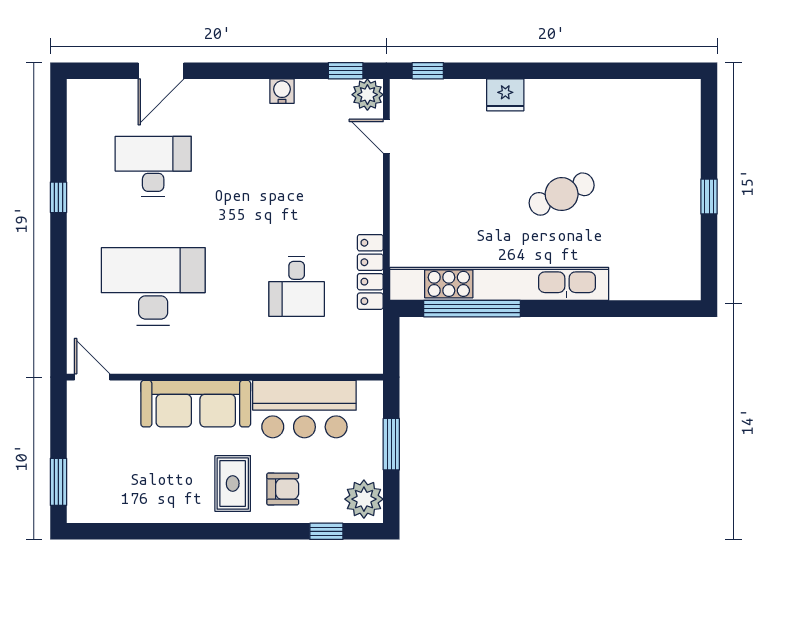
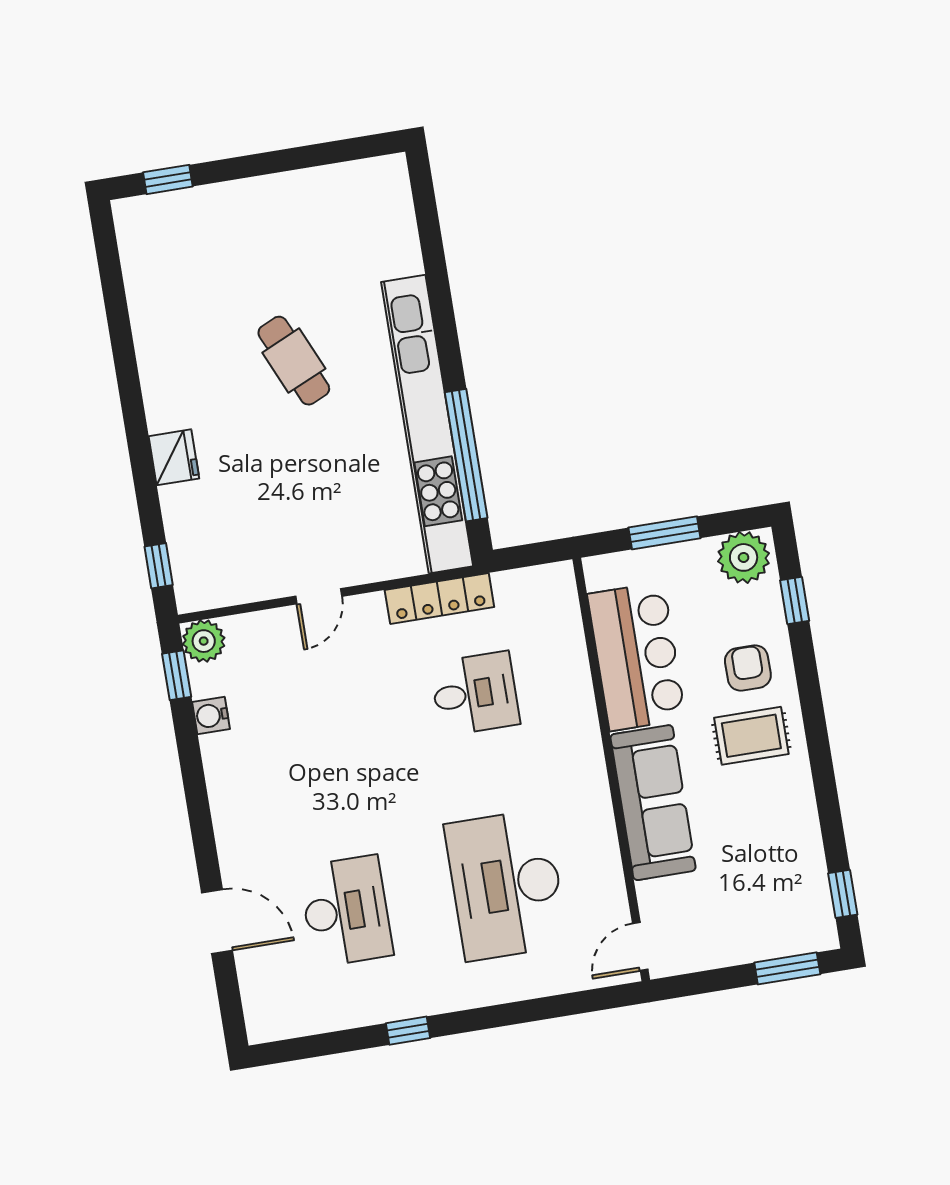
water cooler: (282, 91) -> (211, 716), moved
door: (386, 136) -> (319, 596), moved
desk: (153, 166) -> (346, 911), turned 180
window: (709, 196) -> (168, 179), moved
window: (106, 531) -> (843, 894), added

